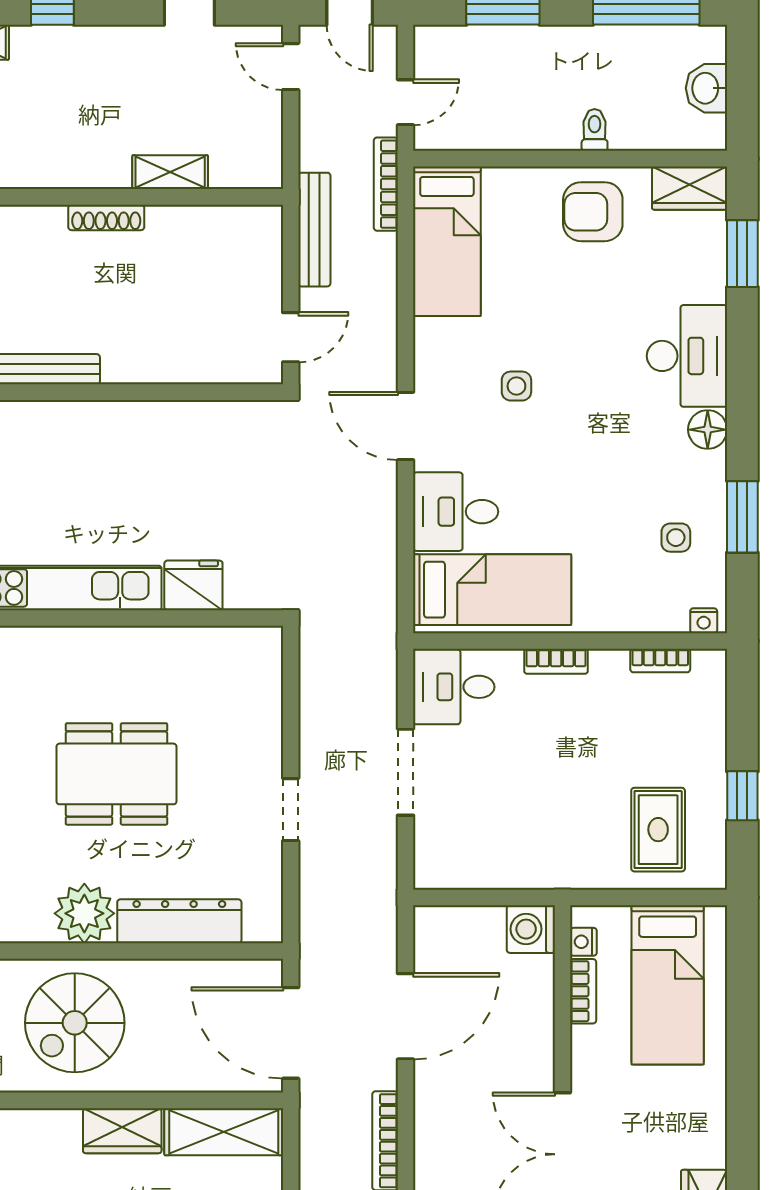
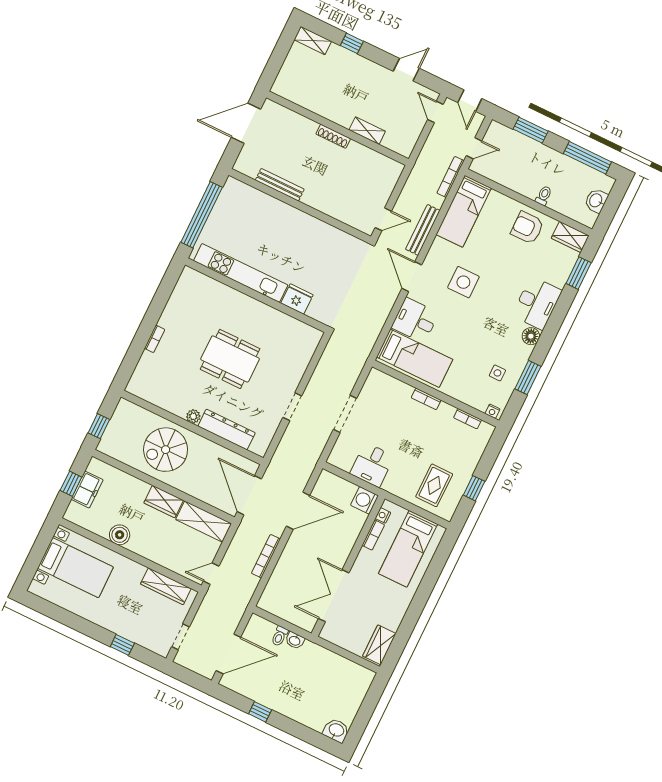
bench: (314, 230) -> (423, 230), moved
side table: (516, 386) -> (463, 282), width x1.87, depth x1.87
desk: (454, 687) -> (372, 465), moved, turned -90
plant: (84, 913) -> (193, 416), width x0.53, depth x0.53

